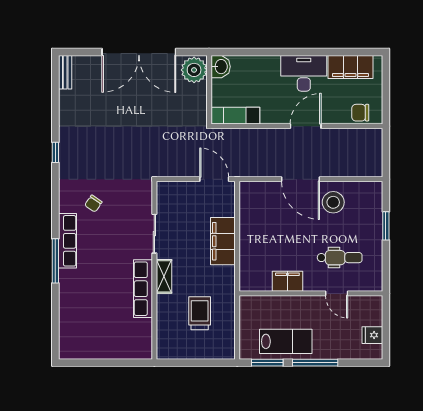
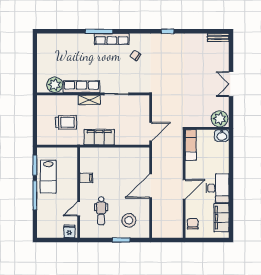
double door: (139, 52) -> (231, 84), width x0.54
door: (306, 126) -> (184, 189), hinge flipped
stool: (333, 202) -> (129, 220), moved
filing cabinet: (223, 241) -> (99, 137), moved
filing cabinet: (287, 281) -> (86, 178), width x0.50
plant: (140, 331) -> (55, 85), added
fridge: (372, 335) -> (69, 231), moved

